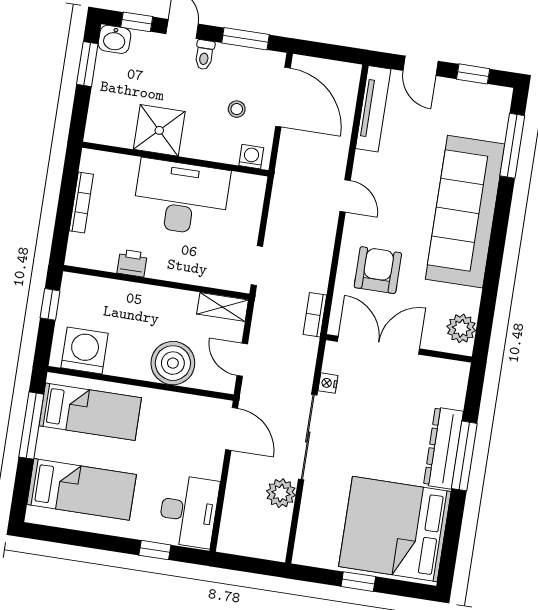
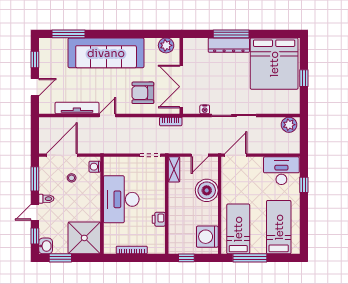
tv unit: (373, 109) -> (77, 108), moved
shower: (159, 130) -> (84, 238), moved, width x1.37, depth x1.37
plant: (281, 493) -> (289, 125), moved

